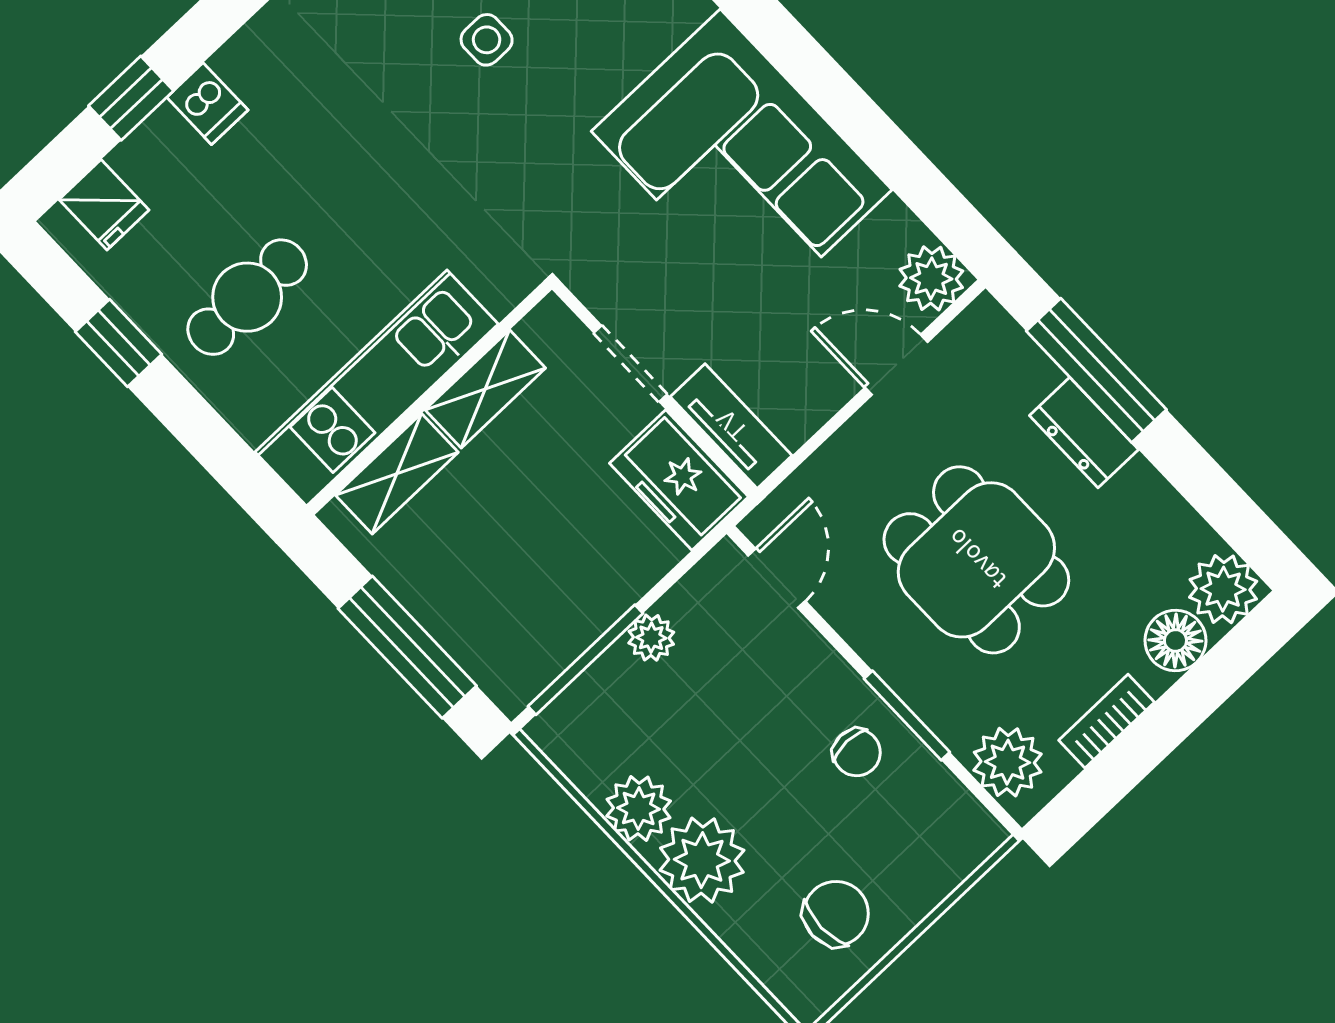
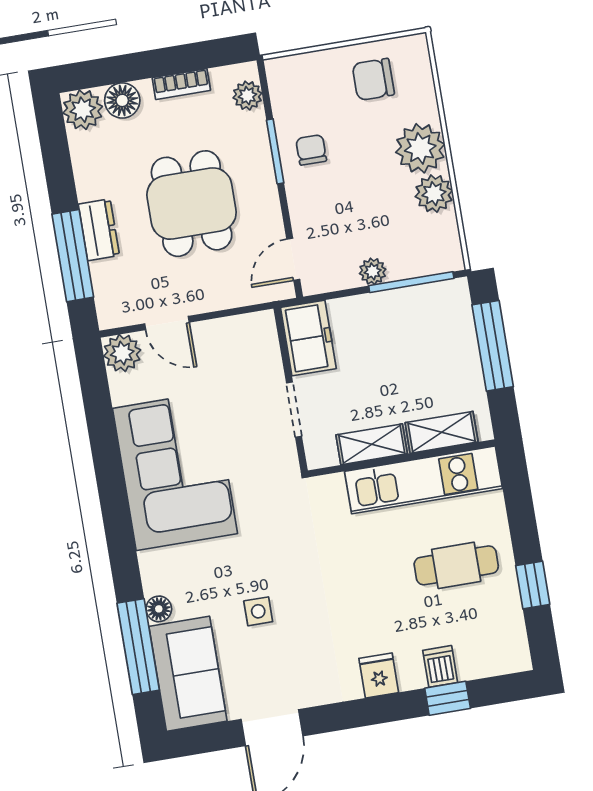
dishwasher: (207, 104) -> (440, 666), moved
fridge: (104, 205) -> (379, 675), moved
tv unit: (731, 426) -> (266, 347), removed
plant: (1008, 762) -> (247, 96), width x0.73, depth x0.73

